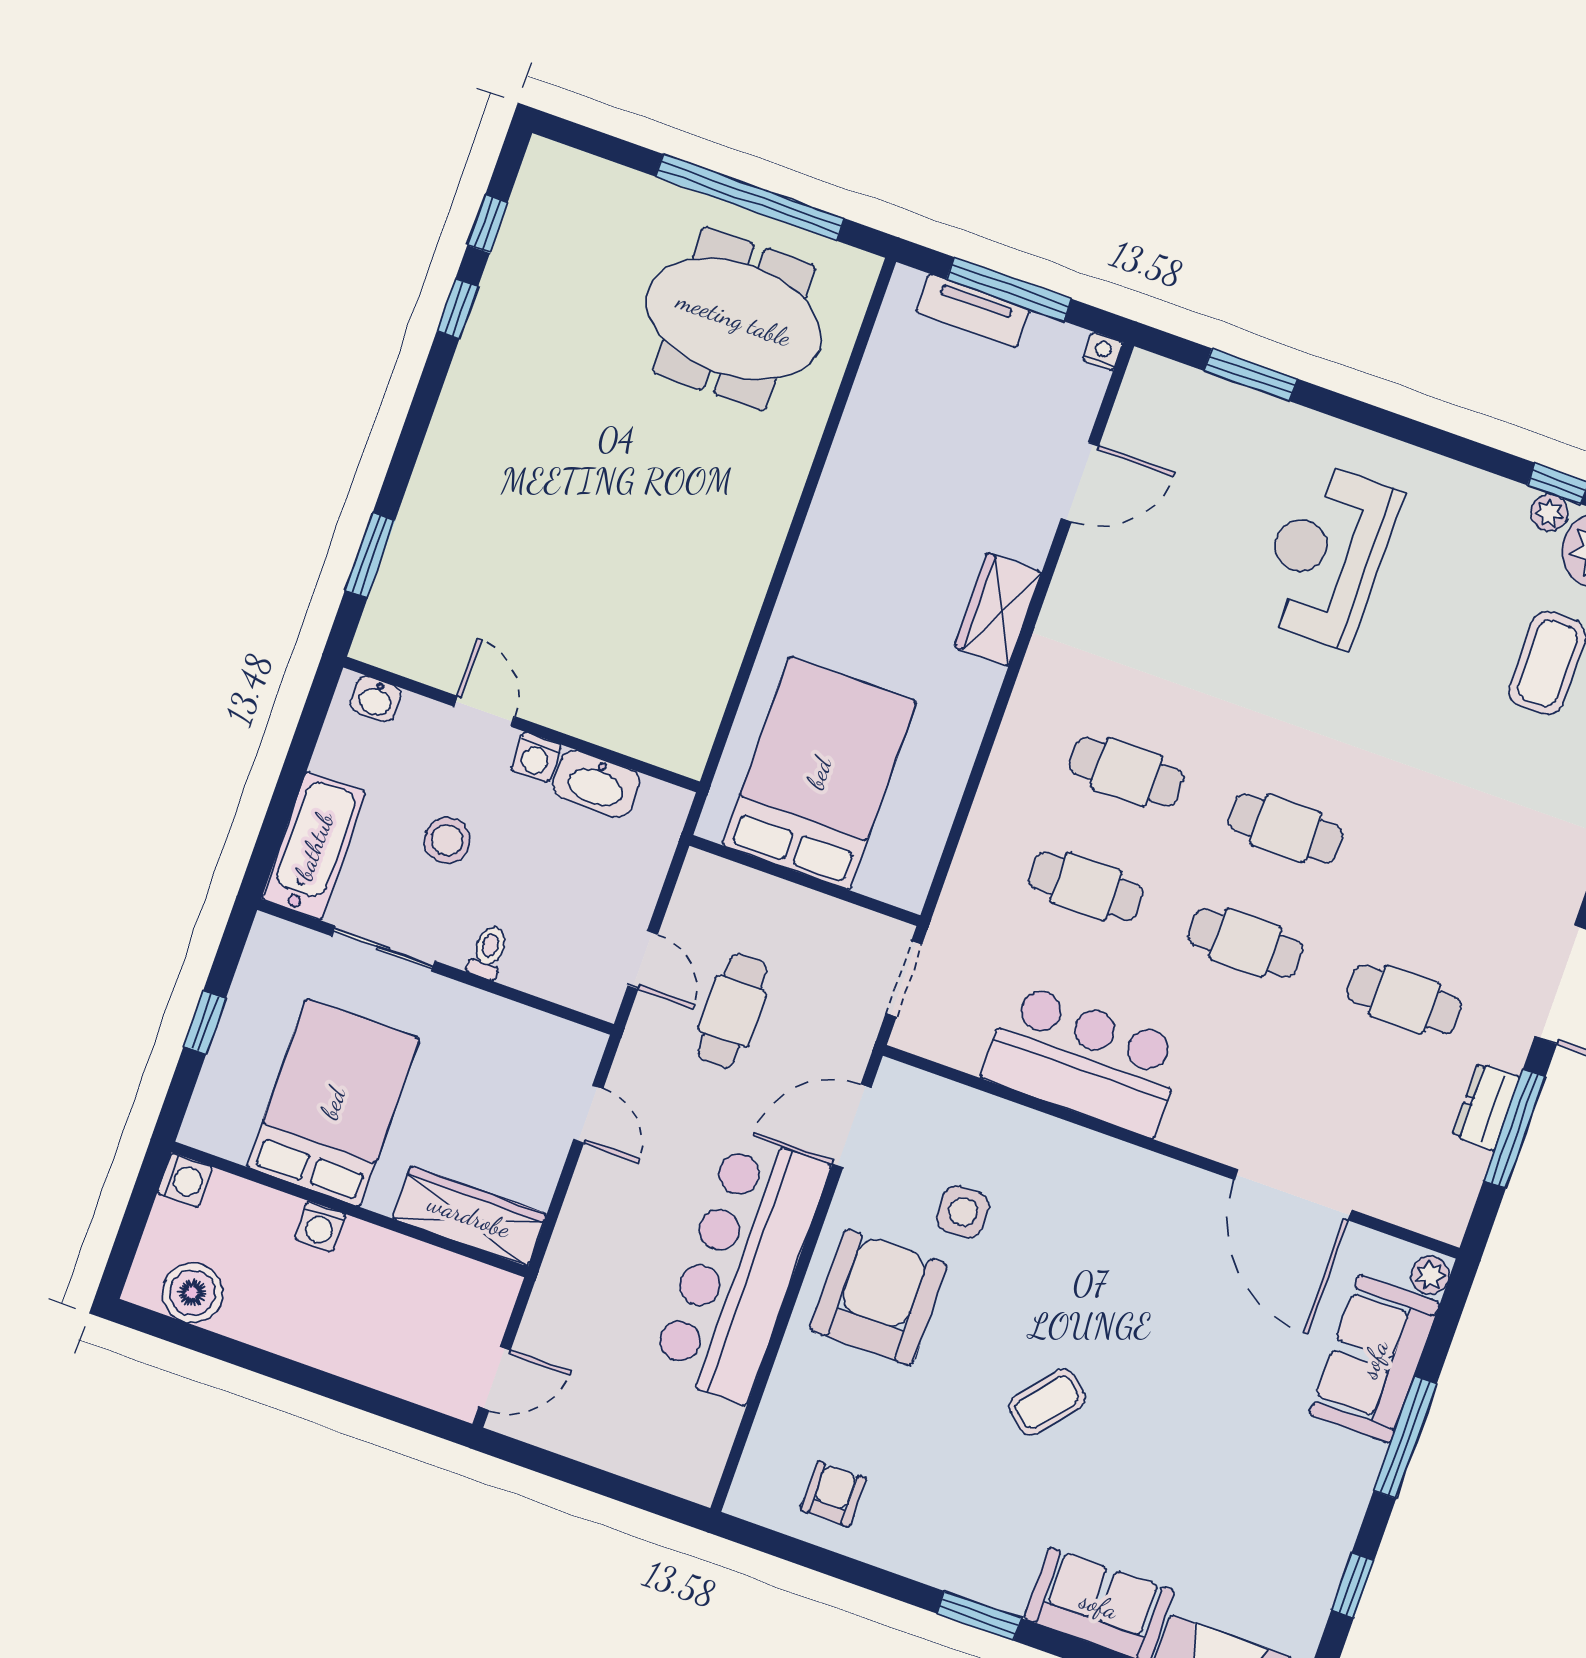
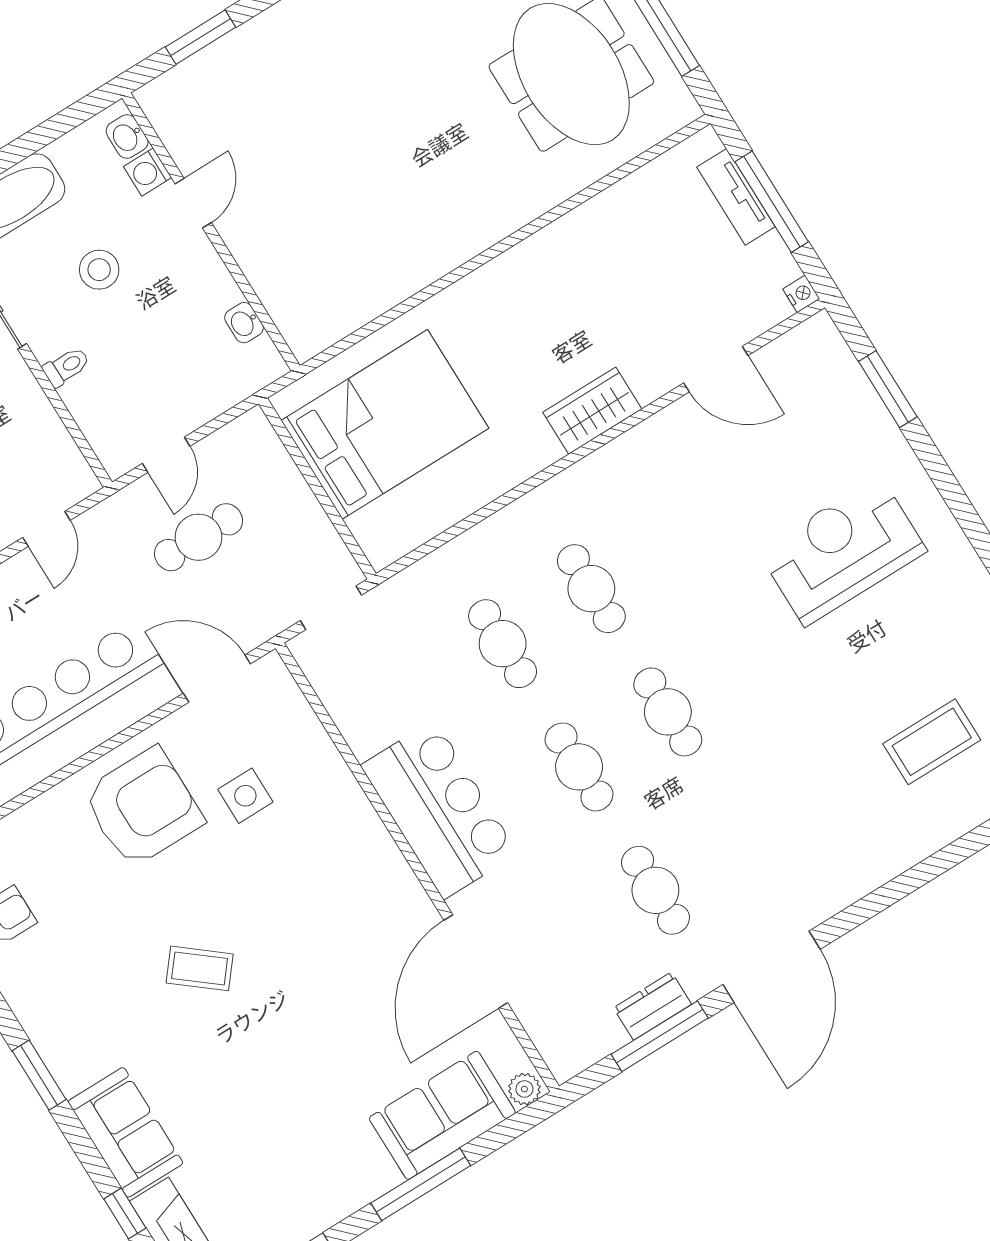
washing machine: (536, 757) -> (148, 172), moved
washbasin: (596, 784) -> (244, 323), width x0.52, depth x0.69
bar counter: (1084, 1060) -> (439, 810), moved

